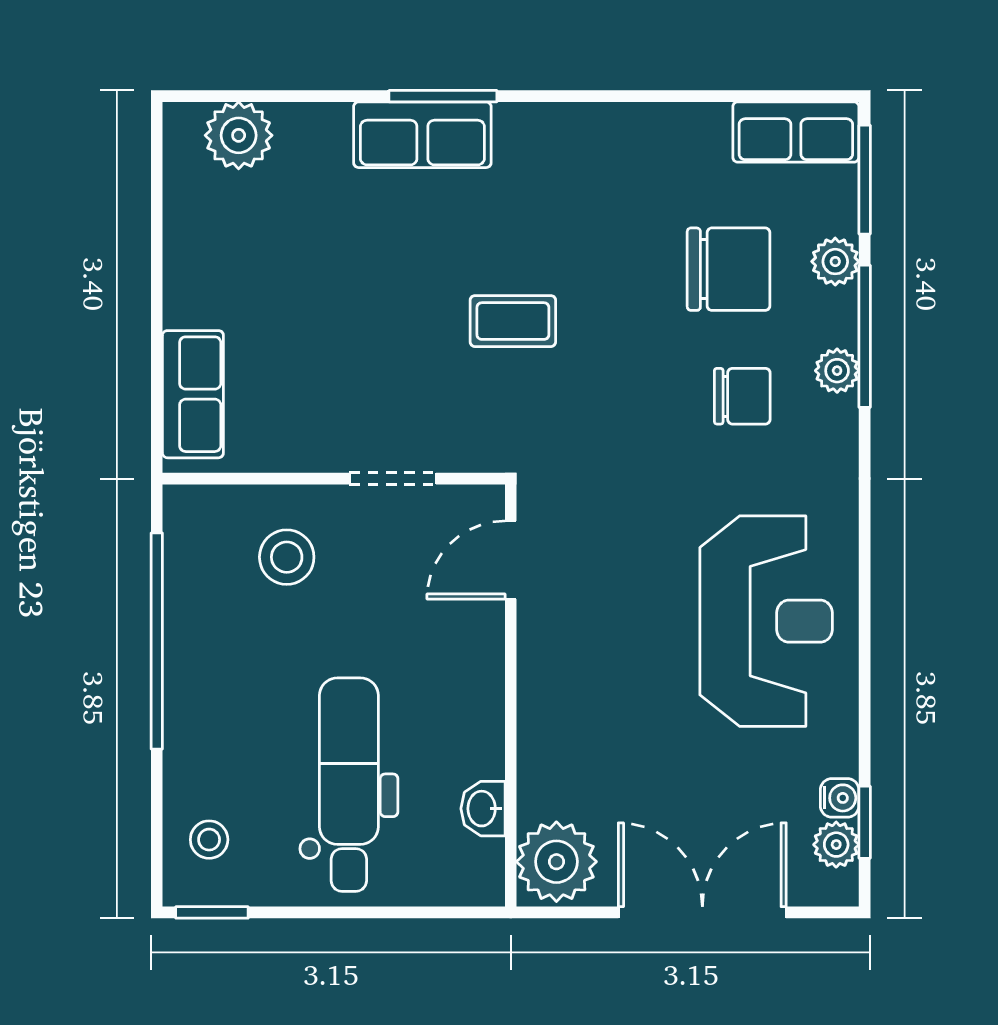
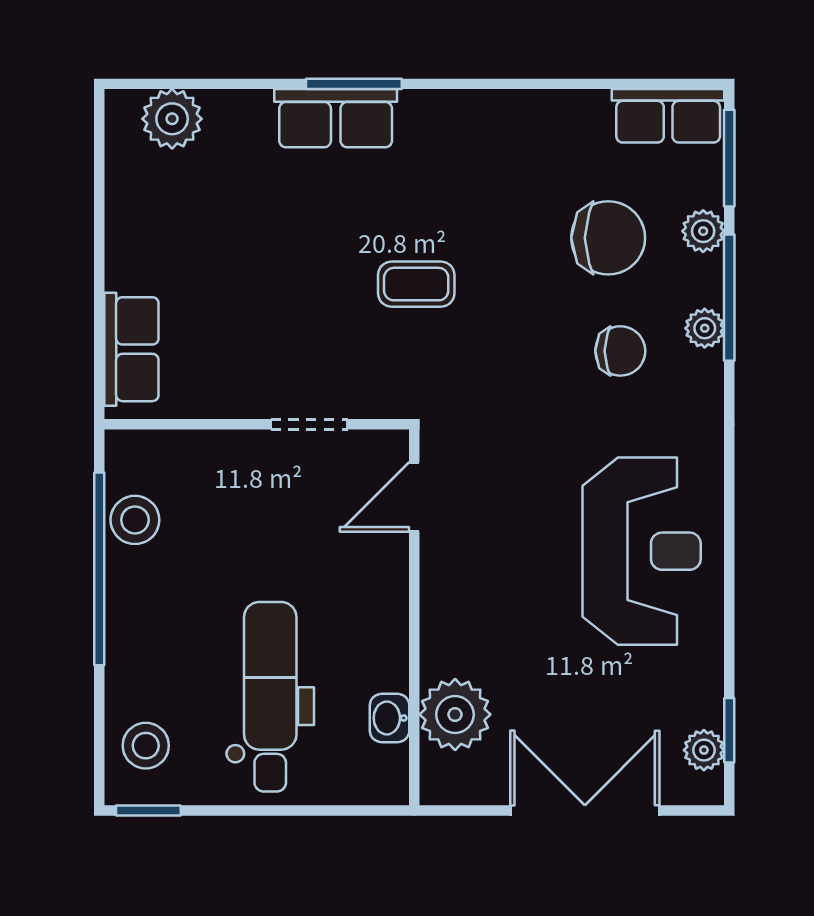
stool: (287, 557) -> (135, 520), moved
water cooler: (840, 798) -> (707, 709), removed
stool: (209, 840) -> (146, 746), width x1.37, depth x1.37
plant: (556, 862) -> (455, 714), moved

